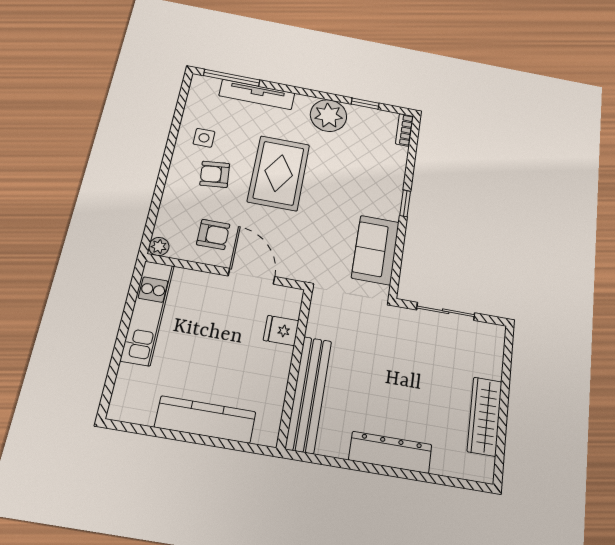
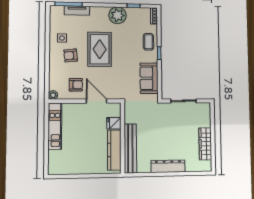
tv unit: (257, 94) -> (77, 11), width x0.71
coffee table: (385, 177) -> (149, 42), added
kitchen counter: (205, 420) -> (114, 150), moved, turned -90

